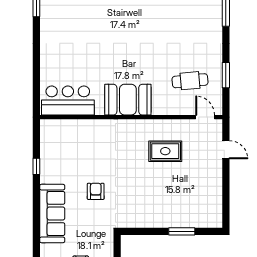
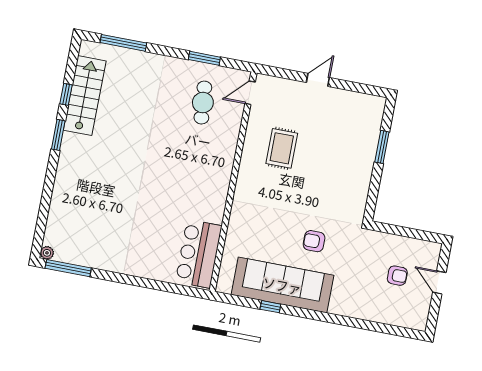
booth: (128, 100) -> (211, 182), removed
door: (226, 150) -> (318, 80), moved
sofa: (52, 213) -> (282, 285), moved, width x1.36, depth x1.27

